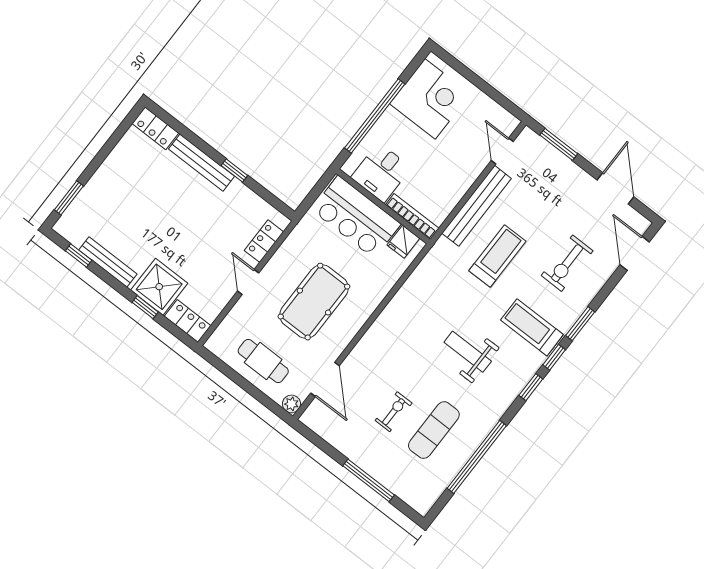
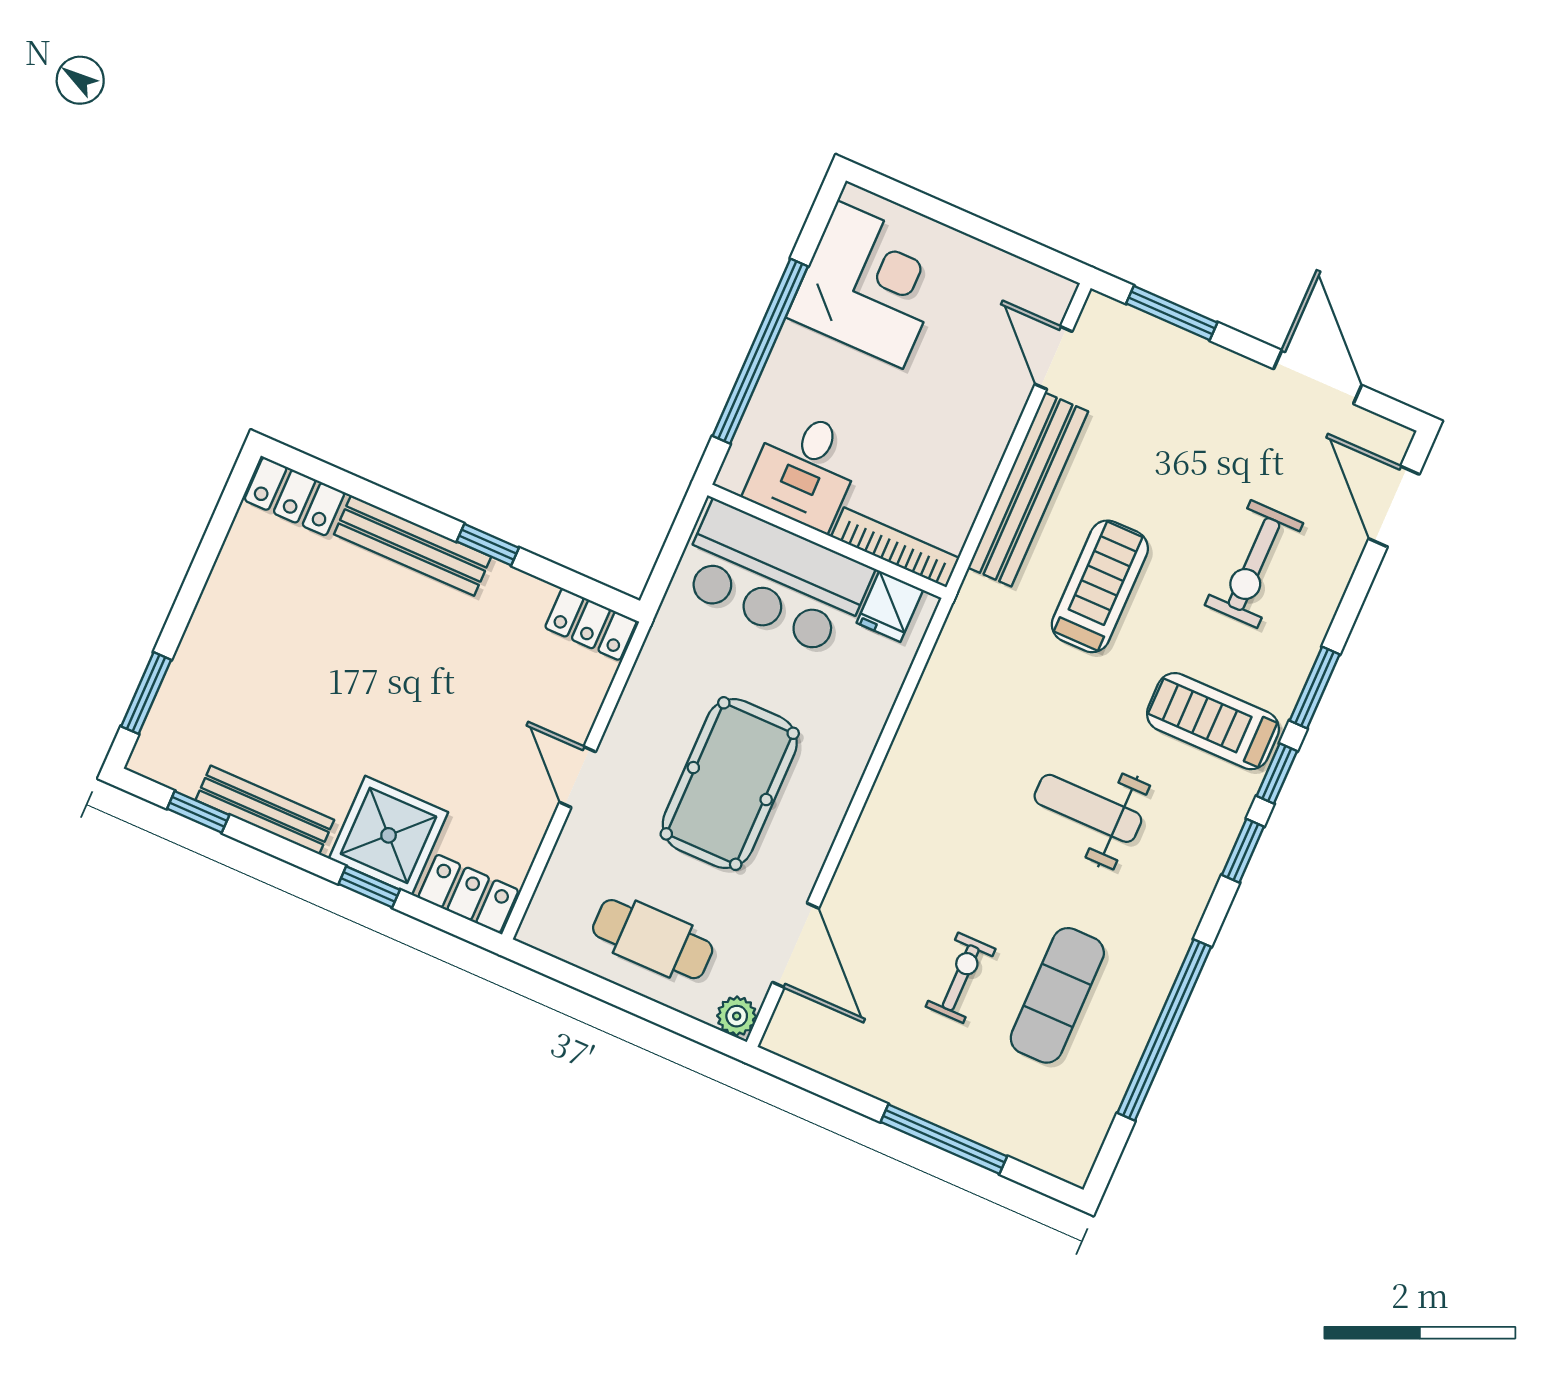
locker: (264, 241) -> (591, 624), moved, turned -90

